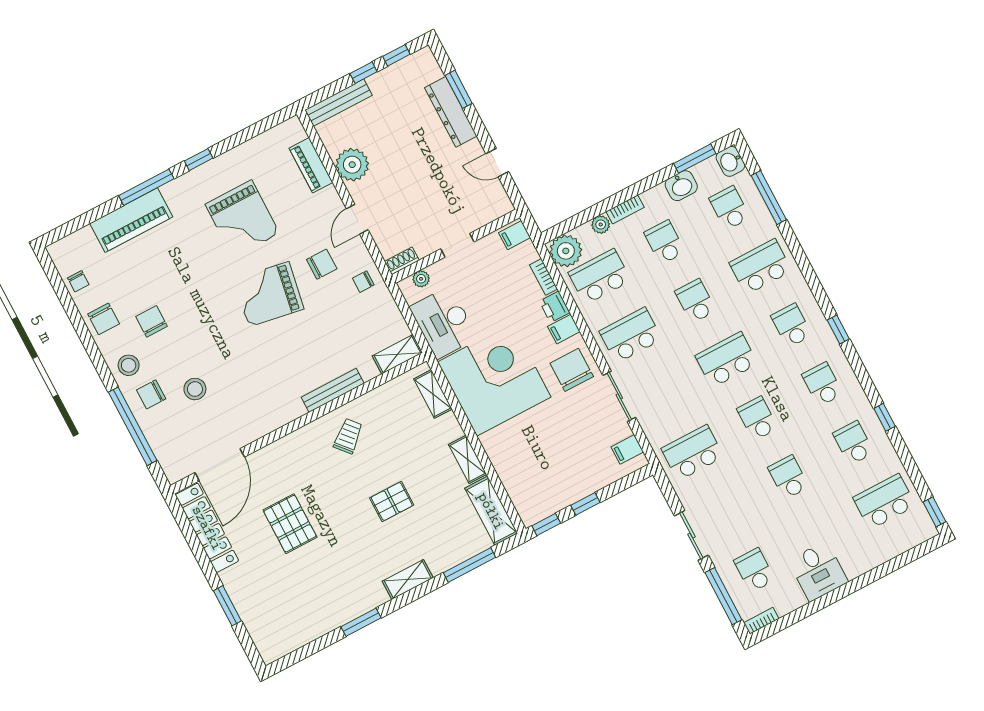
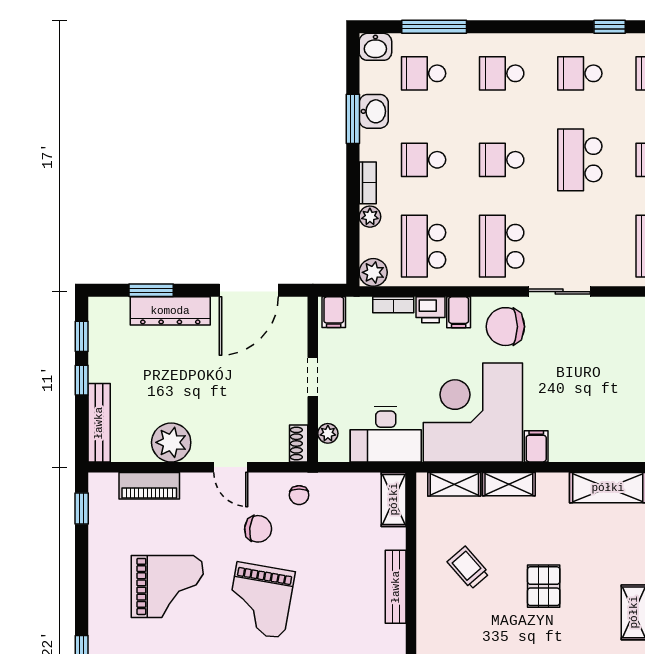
window: (695, 158) -> (353, 119), moved
window: (199, 160) -> (82, 508), moved
door: (497, 163) -> (249, 290), width x1.87
plant: (566, 251) -> (373, 272), width x0.73, depth x0.73
chair: (322, 264) -> (258, 529), turned 96
school desk: (761, 267) -> (502, 73), width x0.54
trolley: (348, 436) -> (468, 568), moved
filing cabinet: (627, 449) -> (536, 446), moved, turned 180
shelving: (468, 459) -> (509, 484), moved

